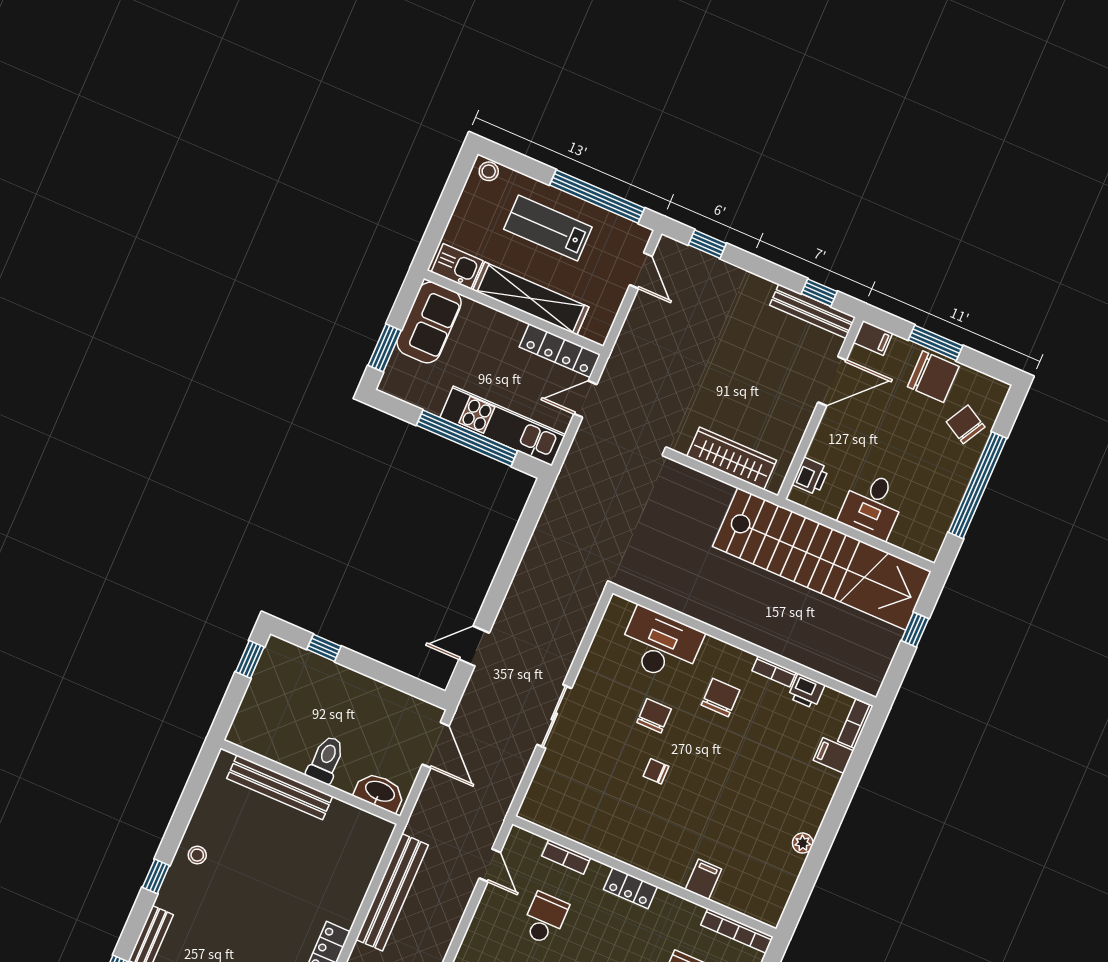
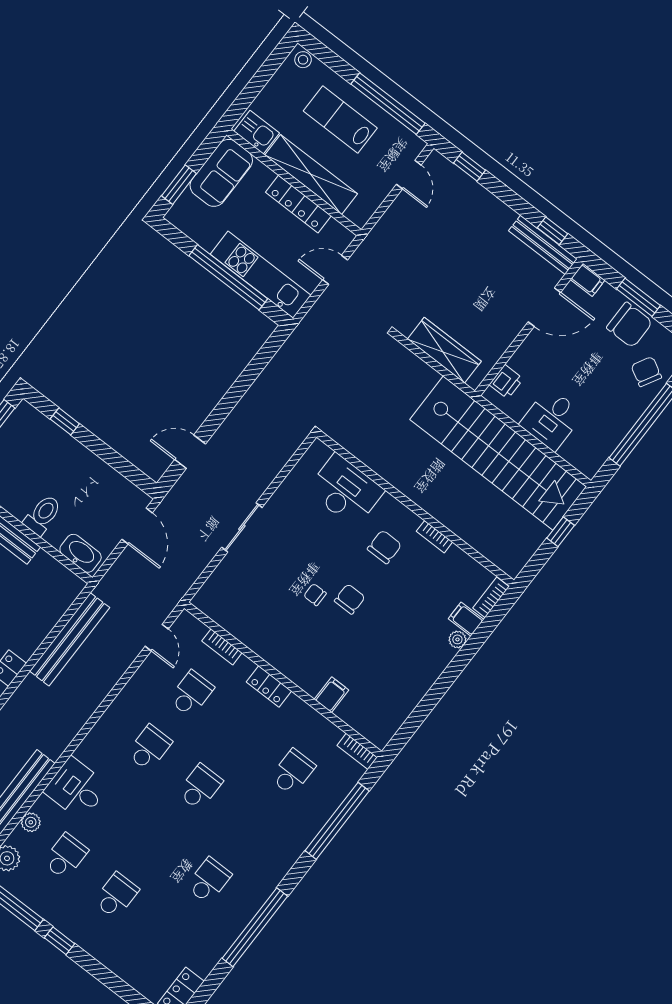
locker: (560, 351) -> (298, 204), moved
printer: (806, 691) -> (457, 560), removed
chair: (654, 716) -> (350, 599), moved
plant: (803, 843) -> (457, 639), moved
bookcase: (737, 931) -> (357, 751), width x0.64

